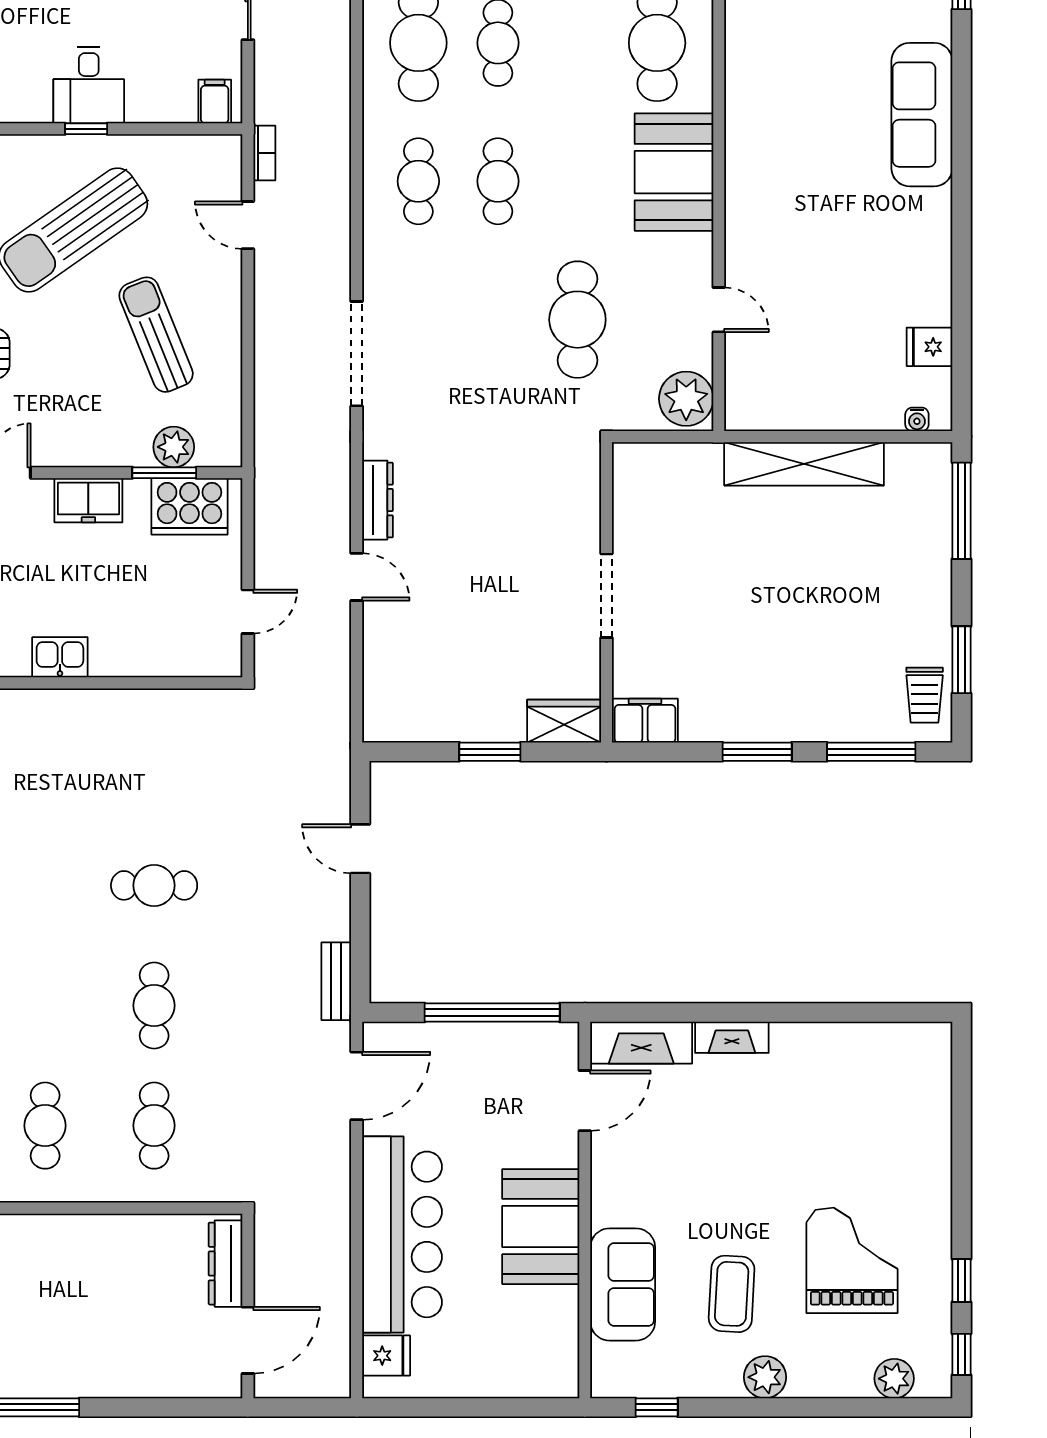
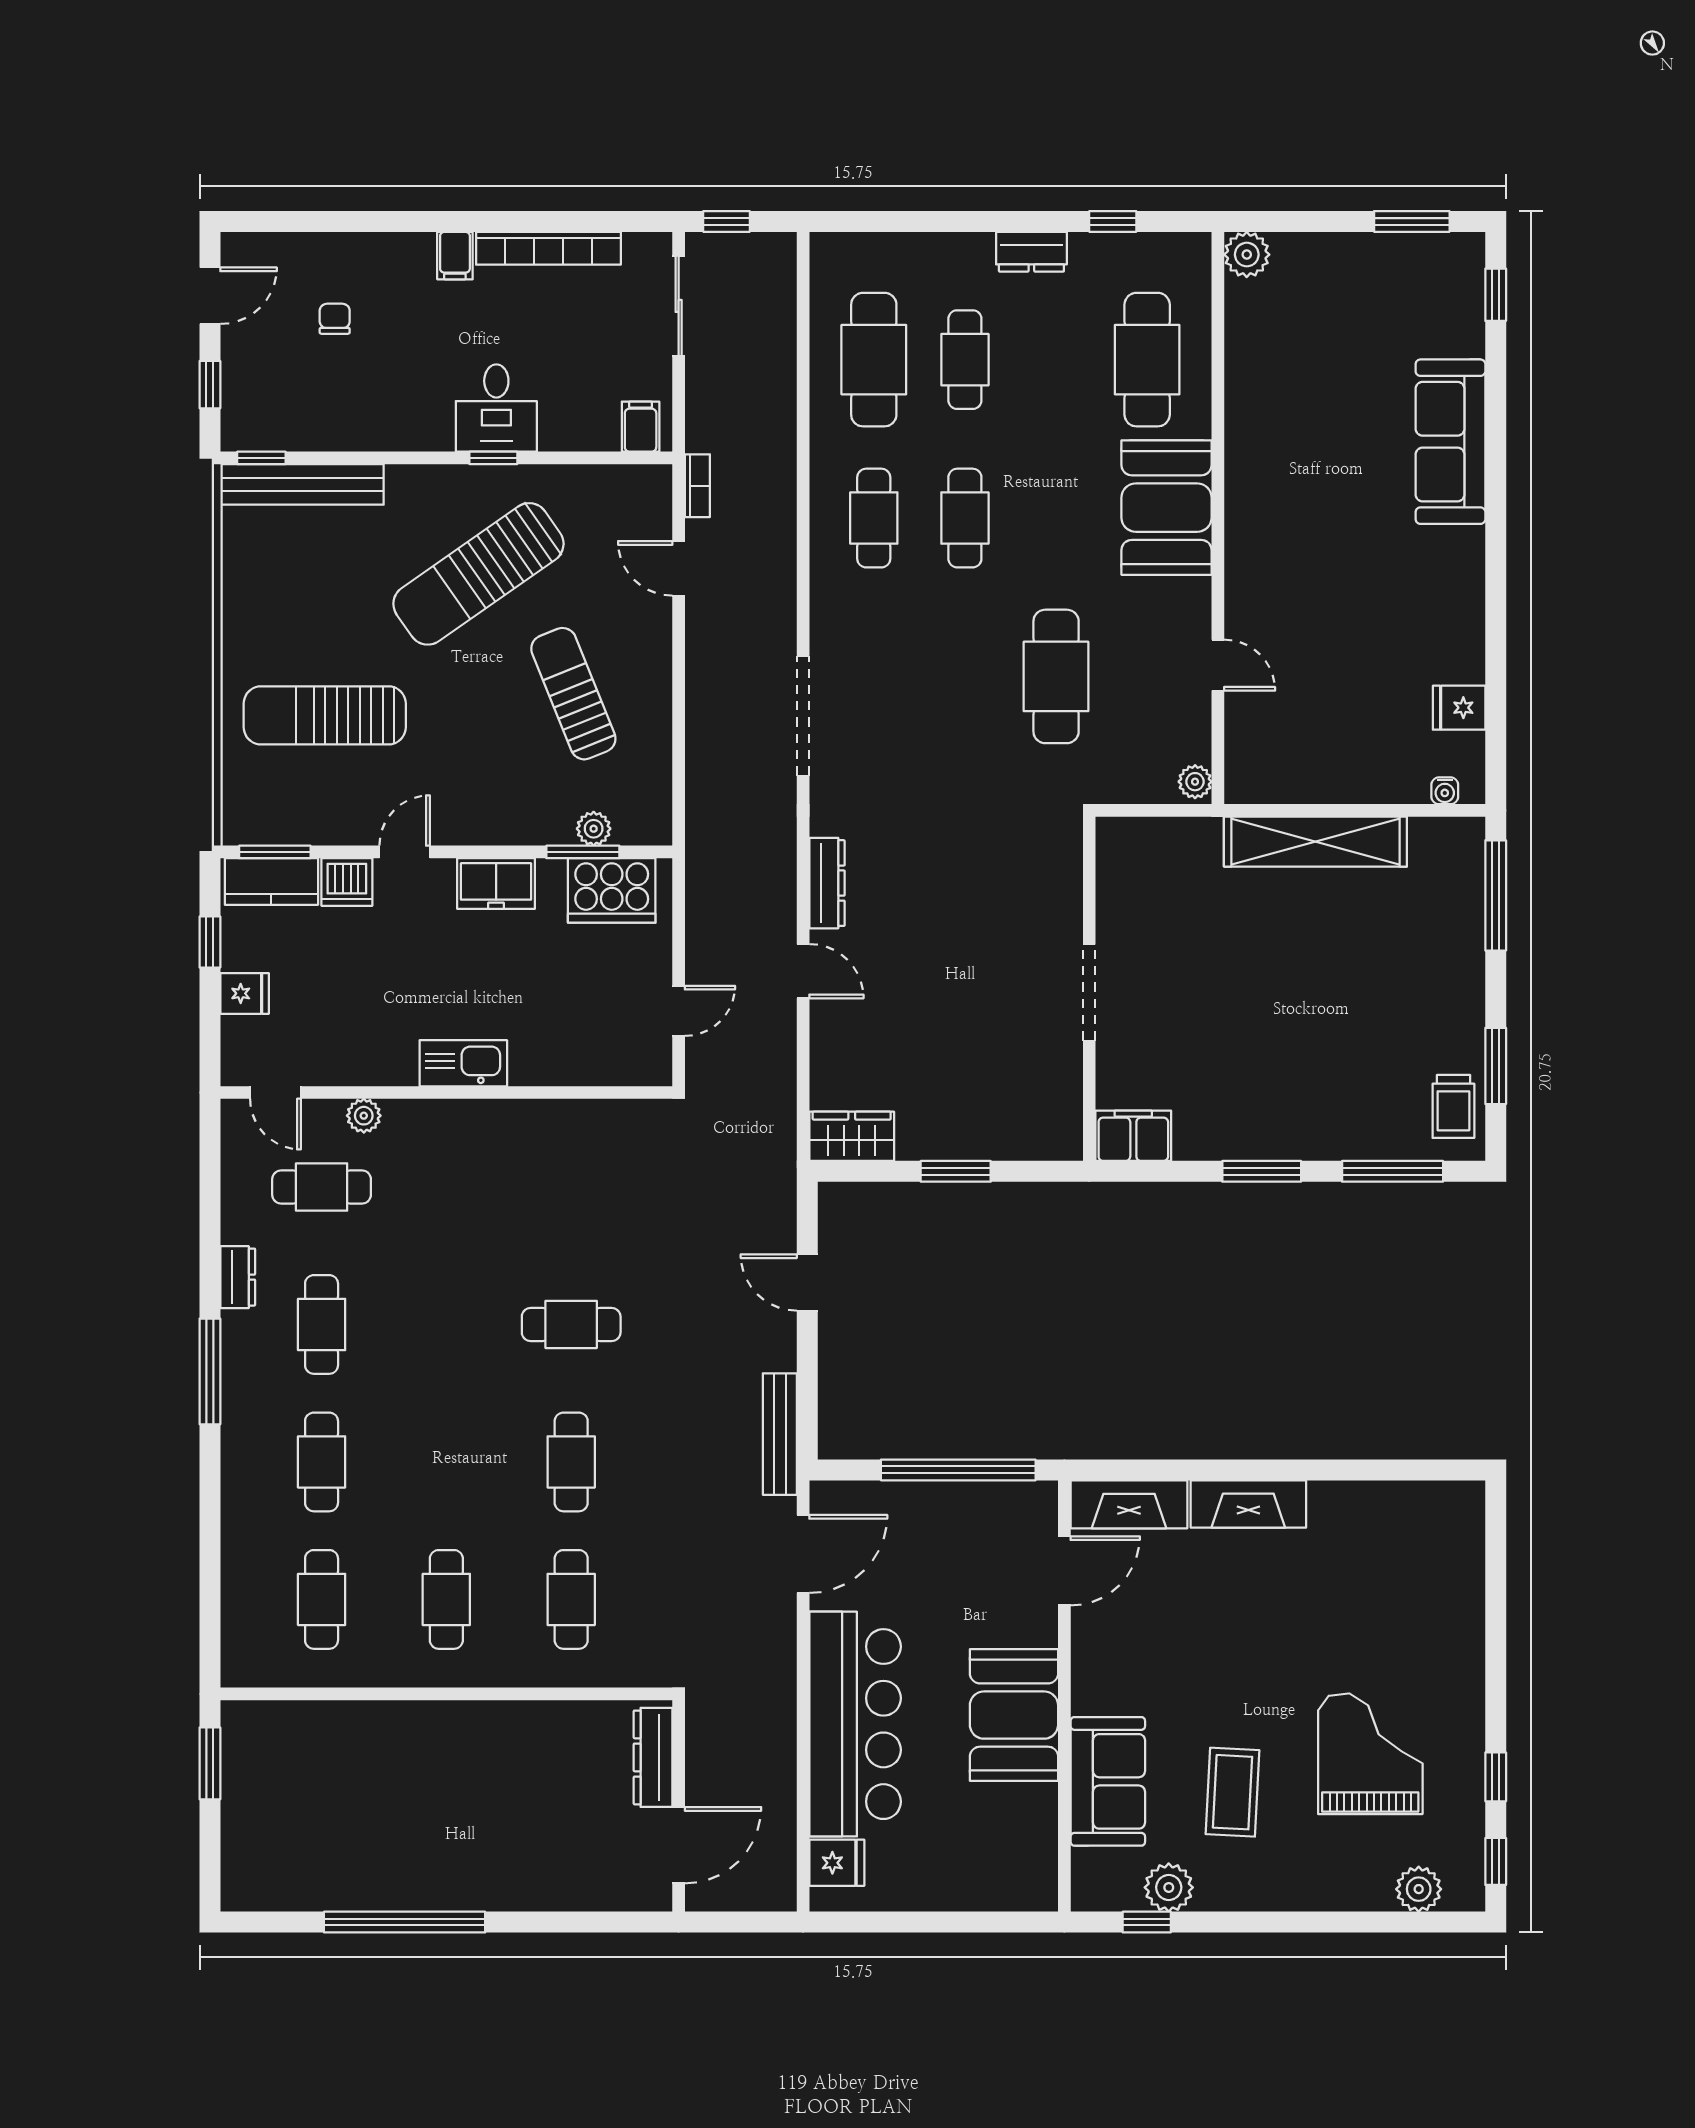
plant: (686, 399) -> (1195, 782), width x0.53, depth x0.53
plant: (174, 447) -> (594, 829), width x0.73, depth x0.73
kitchen sink: (60, 657) -> (463, 1063), width x1.38
wardrobe: (564, 721) -> (852, 1136), moved
bench: (336, 981) -> (780, 1434), width x1.36
fireplace: (732, 1037) -> (1248, 1504), width x1.37, depth x1.32
plant: (765, 1377) -> (1169, 1887), moved

